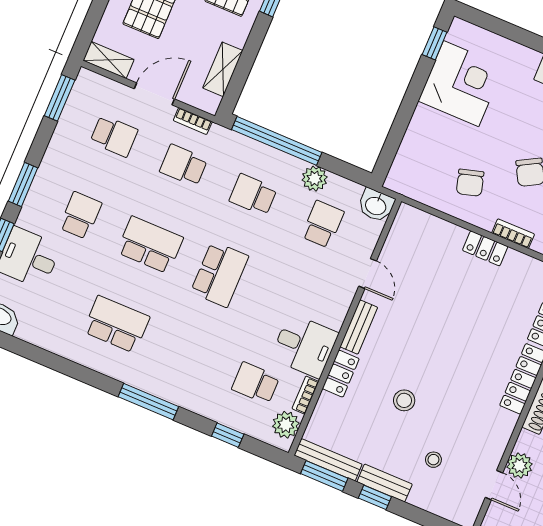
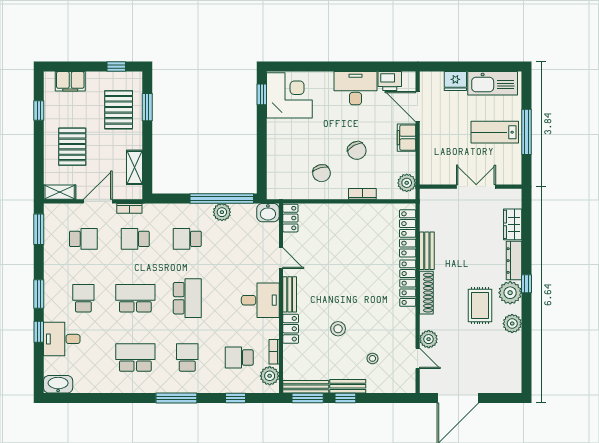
corner desk: (461, 84) -> (289, 95), moved
window: (277, 141) -> (222, 198), moved
school desk: (323, 224) -> (187, 358), moved
locker: (485, 248) -> (290, 218), moved, turned -90
desk: (304, 346) -> (260, 300), moved

